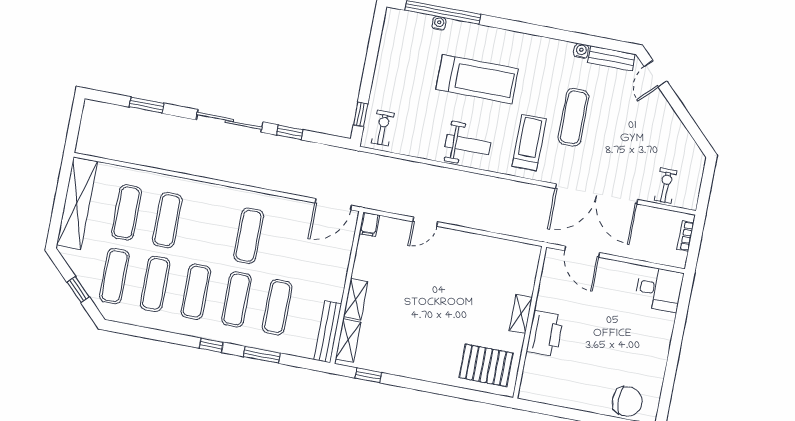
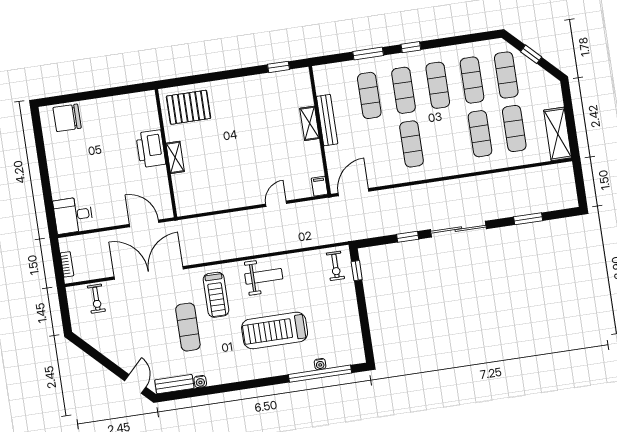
weight bench: (468, 145) -> (264, 276), turned 180
shelving: (77, 203) -> (558, 134), width x0.68
bench: (328, 332) -> (327, 120), moved
shelving: (348, 340) -> (304, 89), removed

